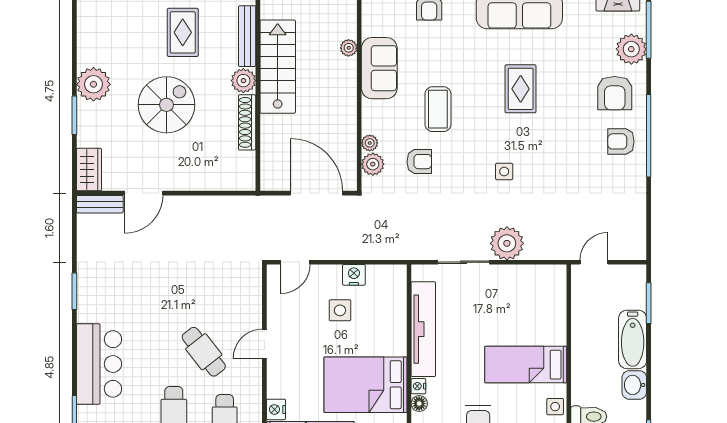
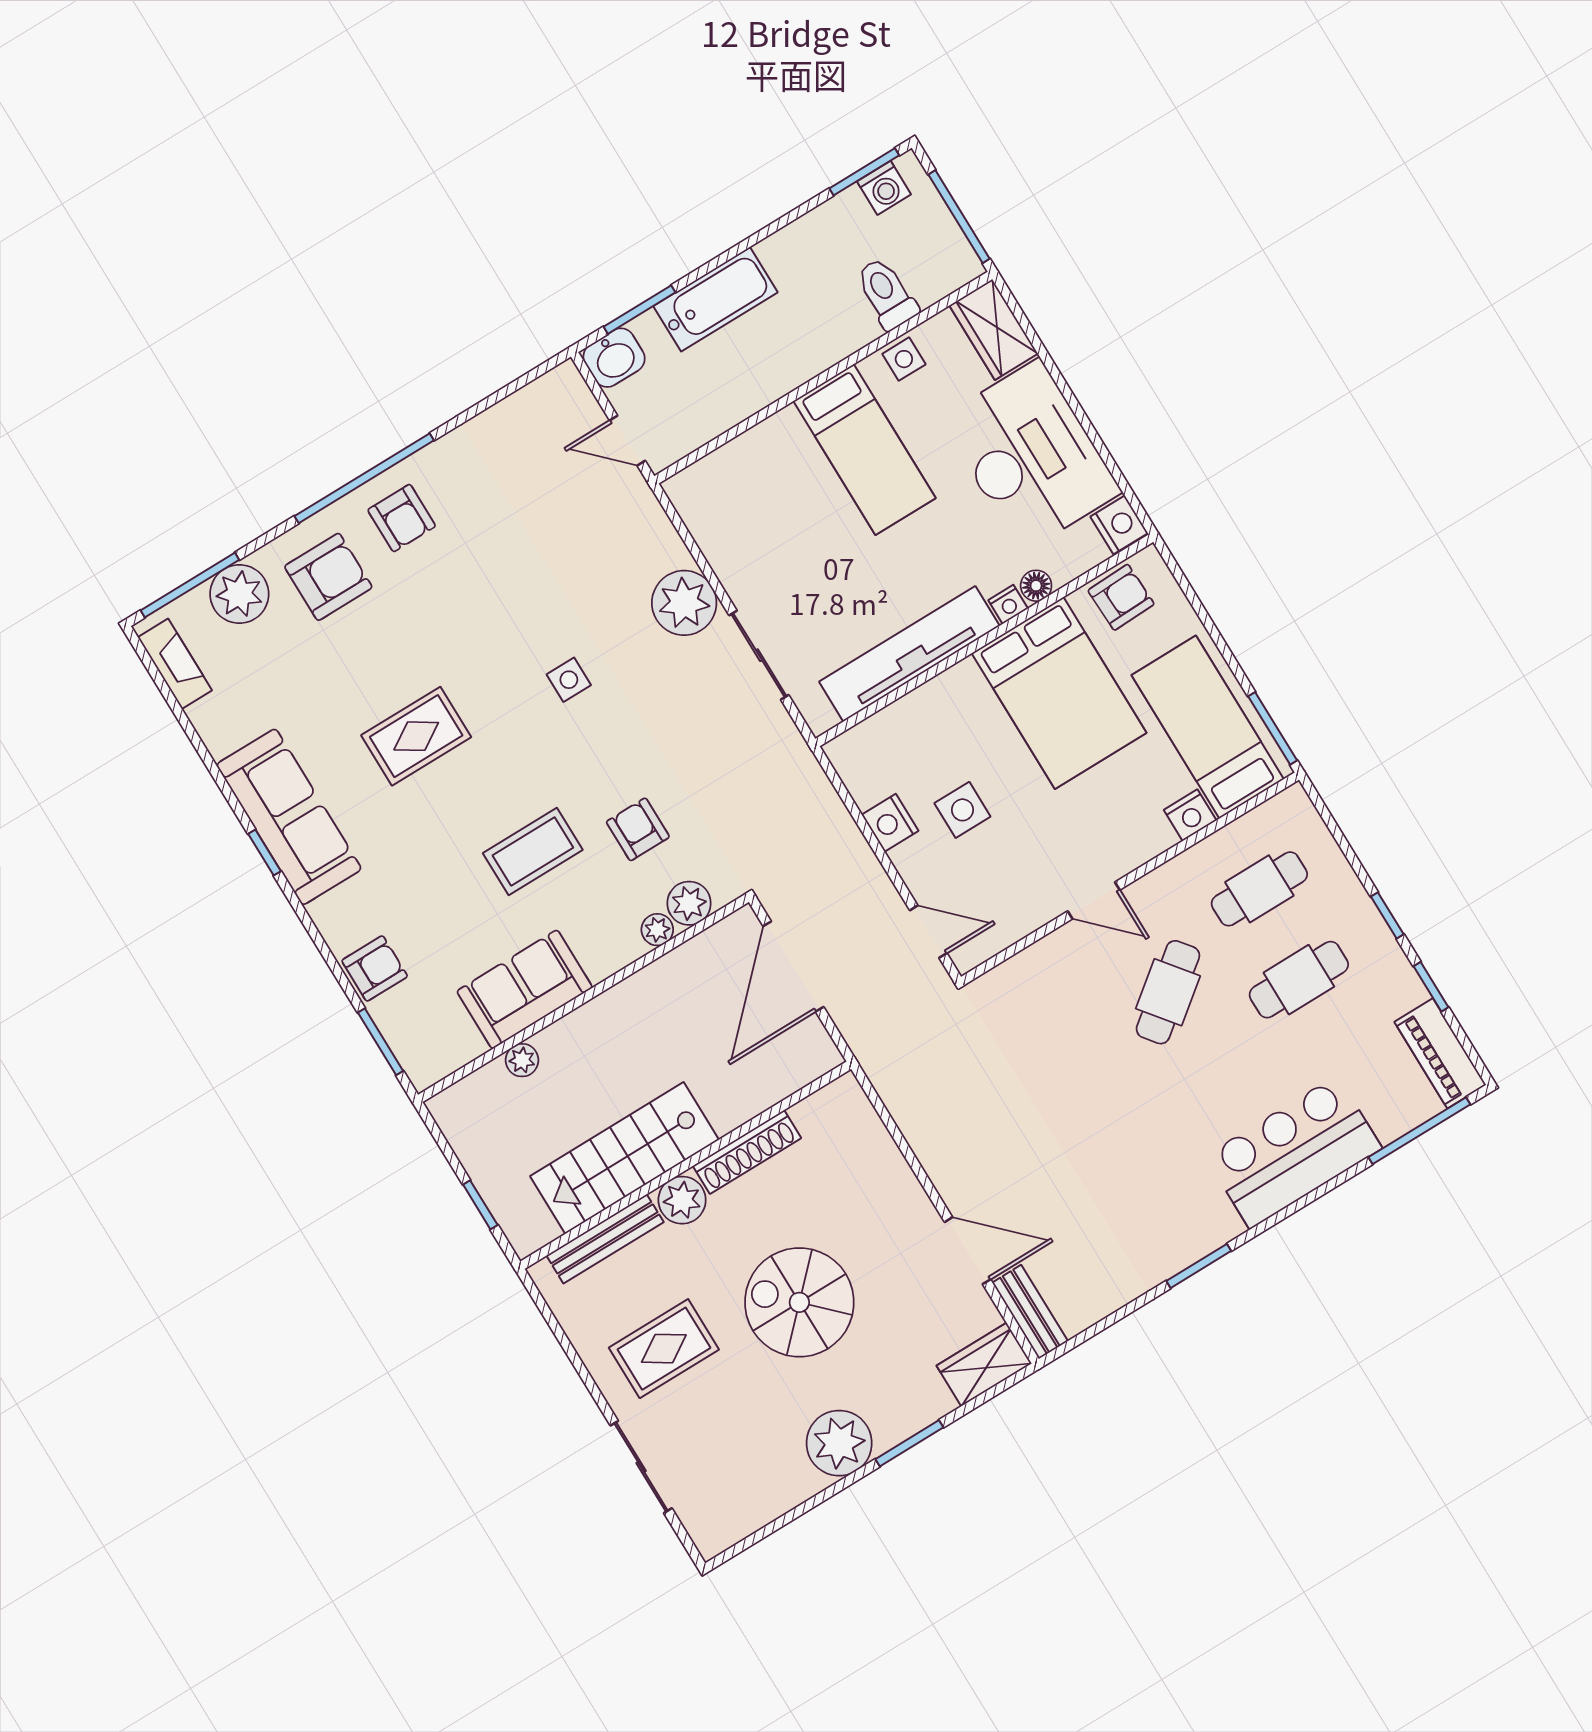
washbasin: (634, 385) -> (614, 358), moved

